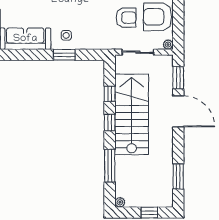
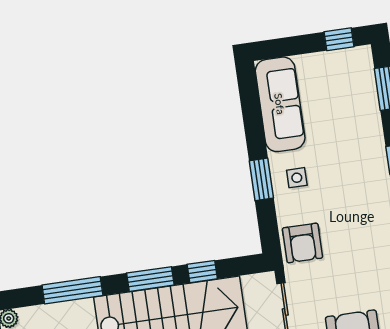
armchair: (126, 18) -> (302, 243), moved
window: (110, 123) -> (150, 279), width x1.50

